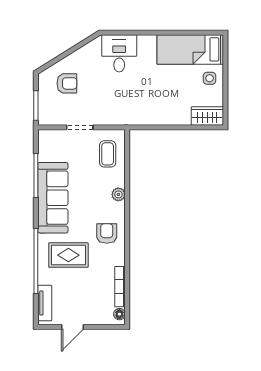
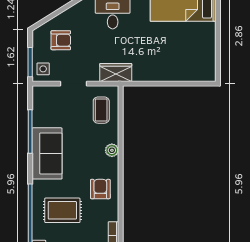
side table: (210, 78) -> (43, 69), moved
wardrobe: (207, 116) -> (116, 73), moved
sofa: (53, 198) -> (47, 153), width x0.73

